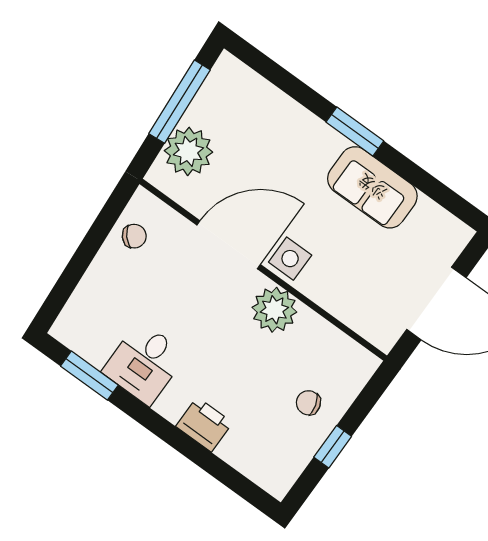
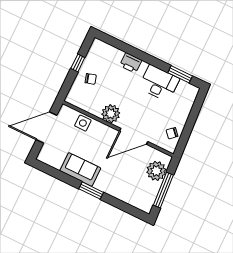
side table: (290, 259) -> (83, 123), moved
desk: (144, 363) -> (159, 83), width x1.37

